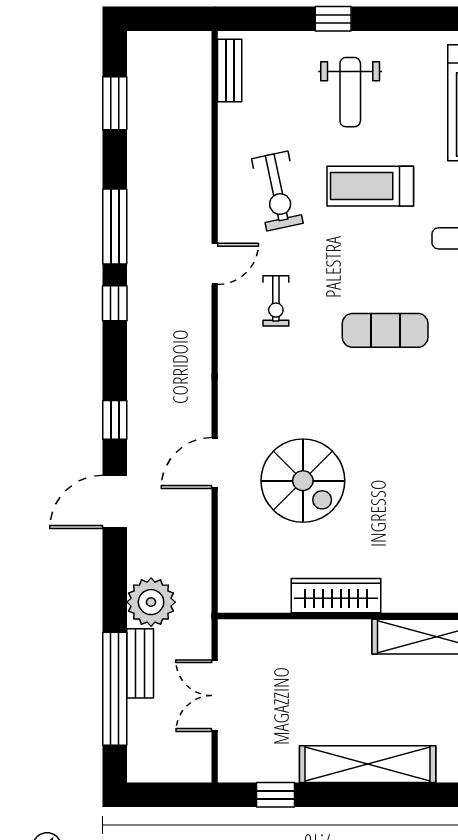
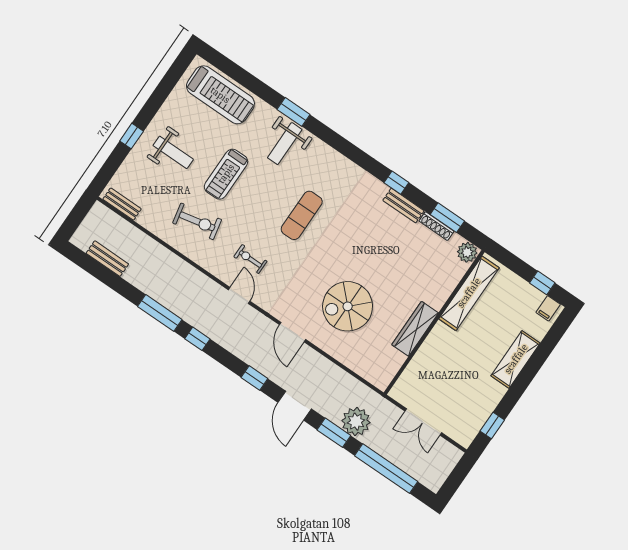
window: (115, 103) -> (334, 433), moved
door: (215, 264) -> (239, 295), moved
exercise bike: (276, 301) -> (250, 259), turned 180
door: (215, 463) -> (292, 332), moved
spiral stairs: (303, 481) -> (348, 306), turned 180
bench: (140, 663) -> (107, 259), moved
shelving: (368, 764) -> (516, 359), width x0.68

